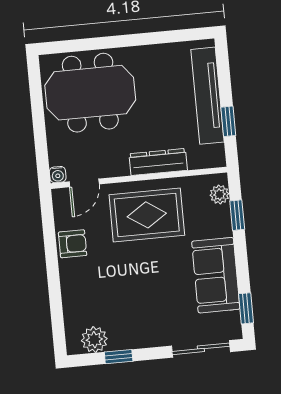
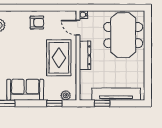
dresser: (158, 162) -> (85, 55), moved
armchair: (73, 244) -> (37, 23), moved, turned -90

